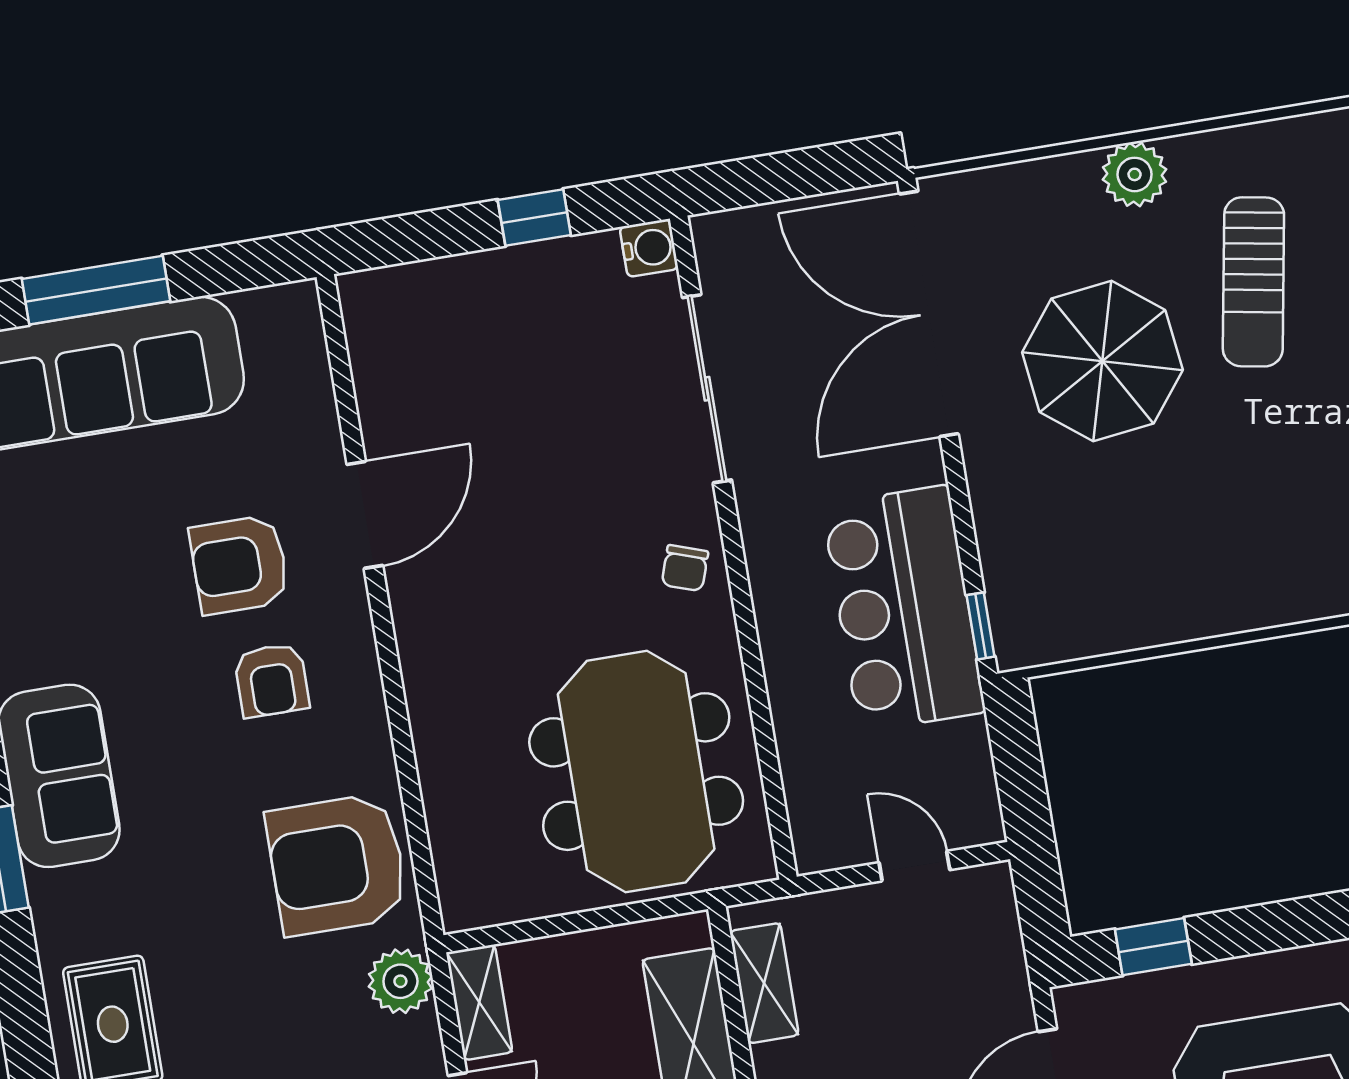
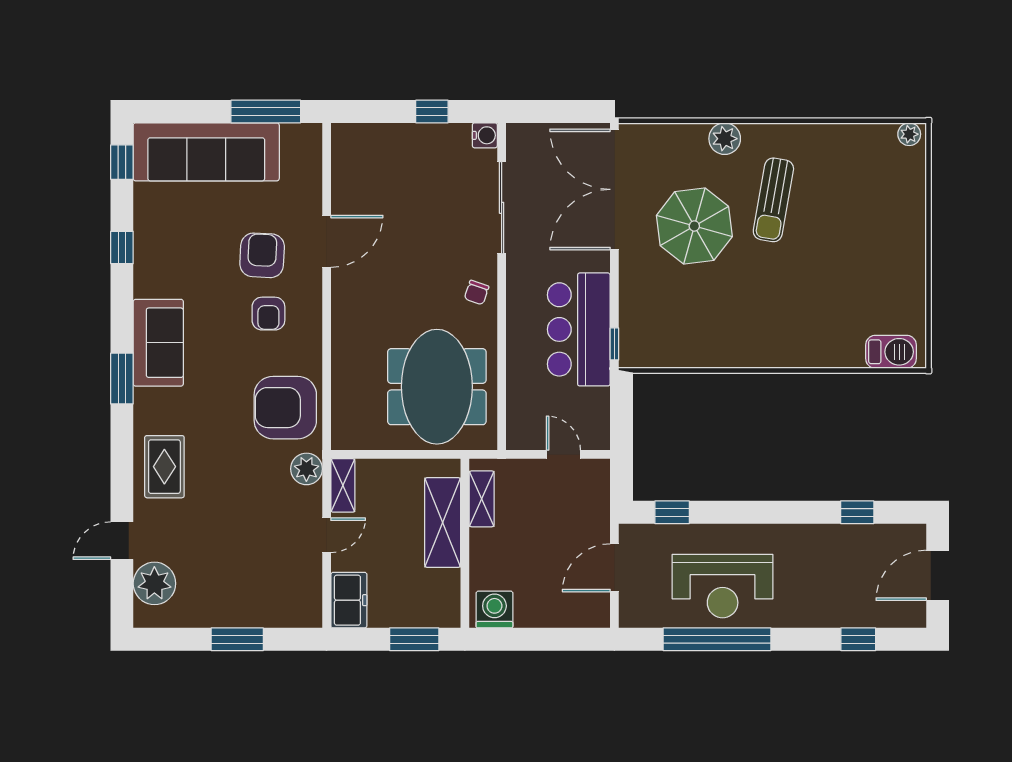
window: (96, 290) -> (266, 112), moved
armchair: (239, 565) -> (262, 255), turned 93

